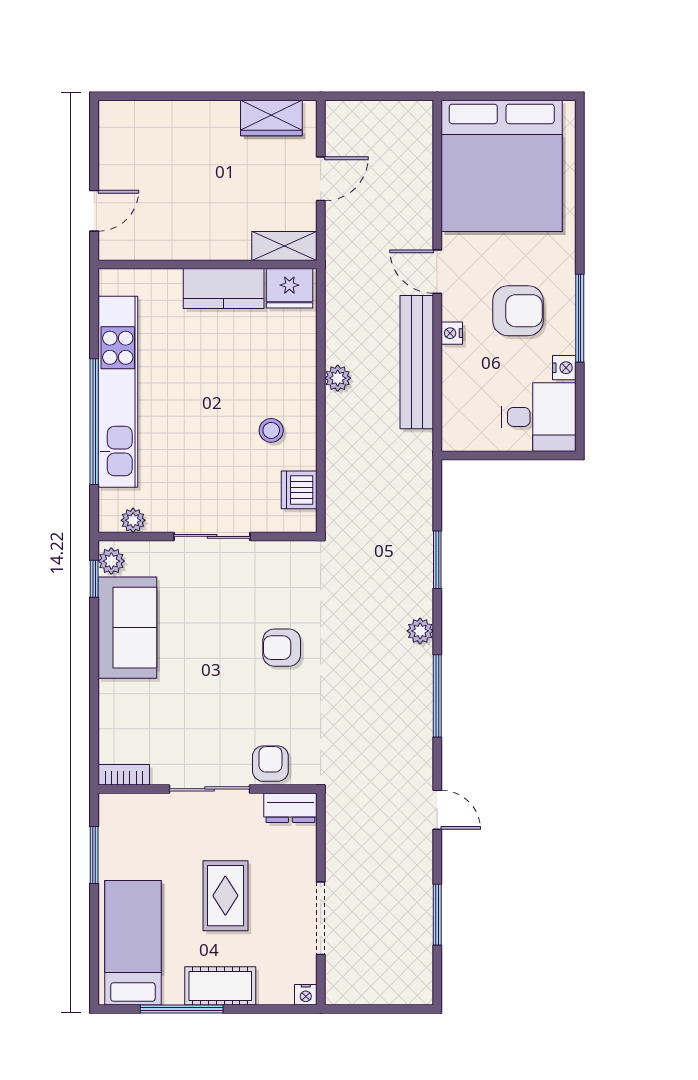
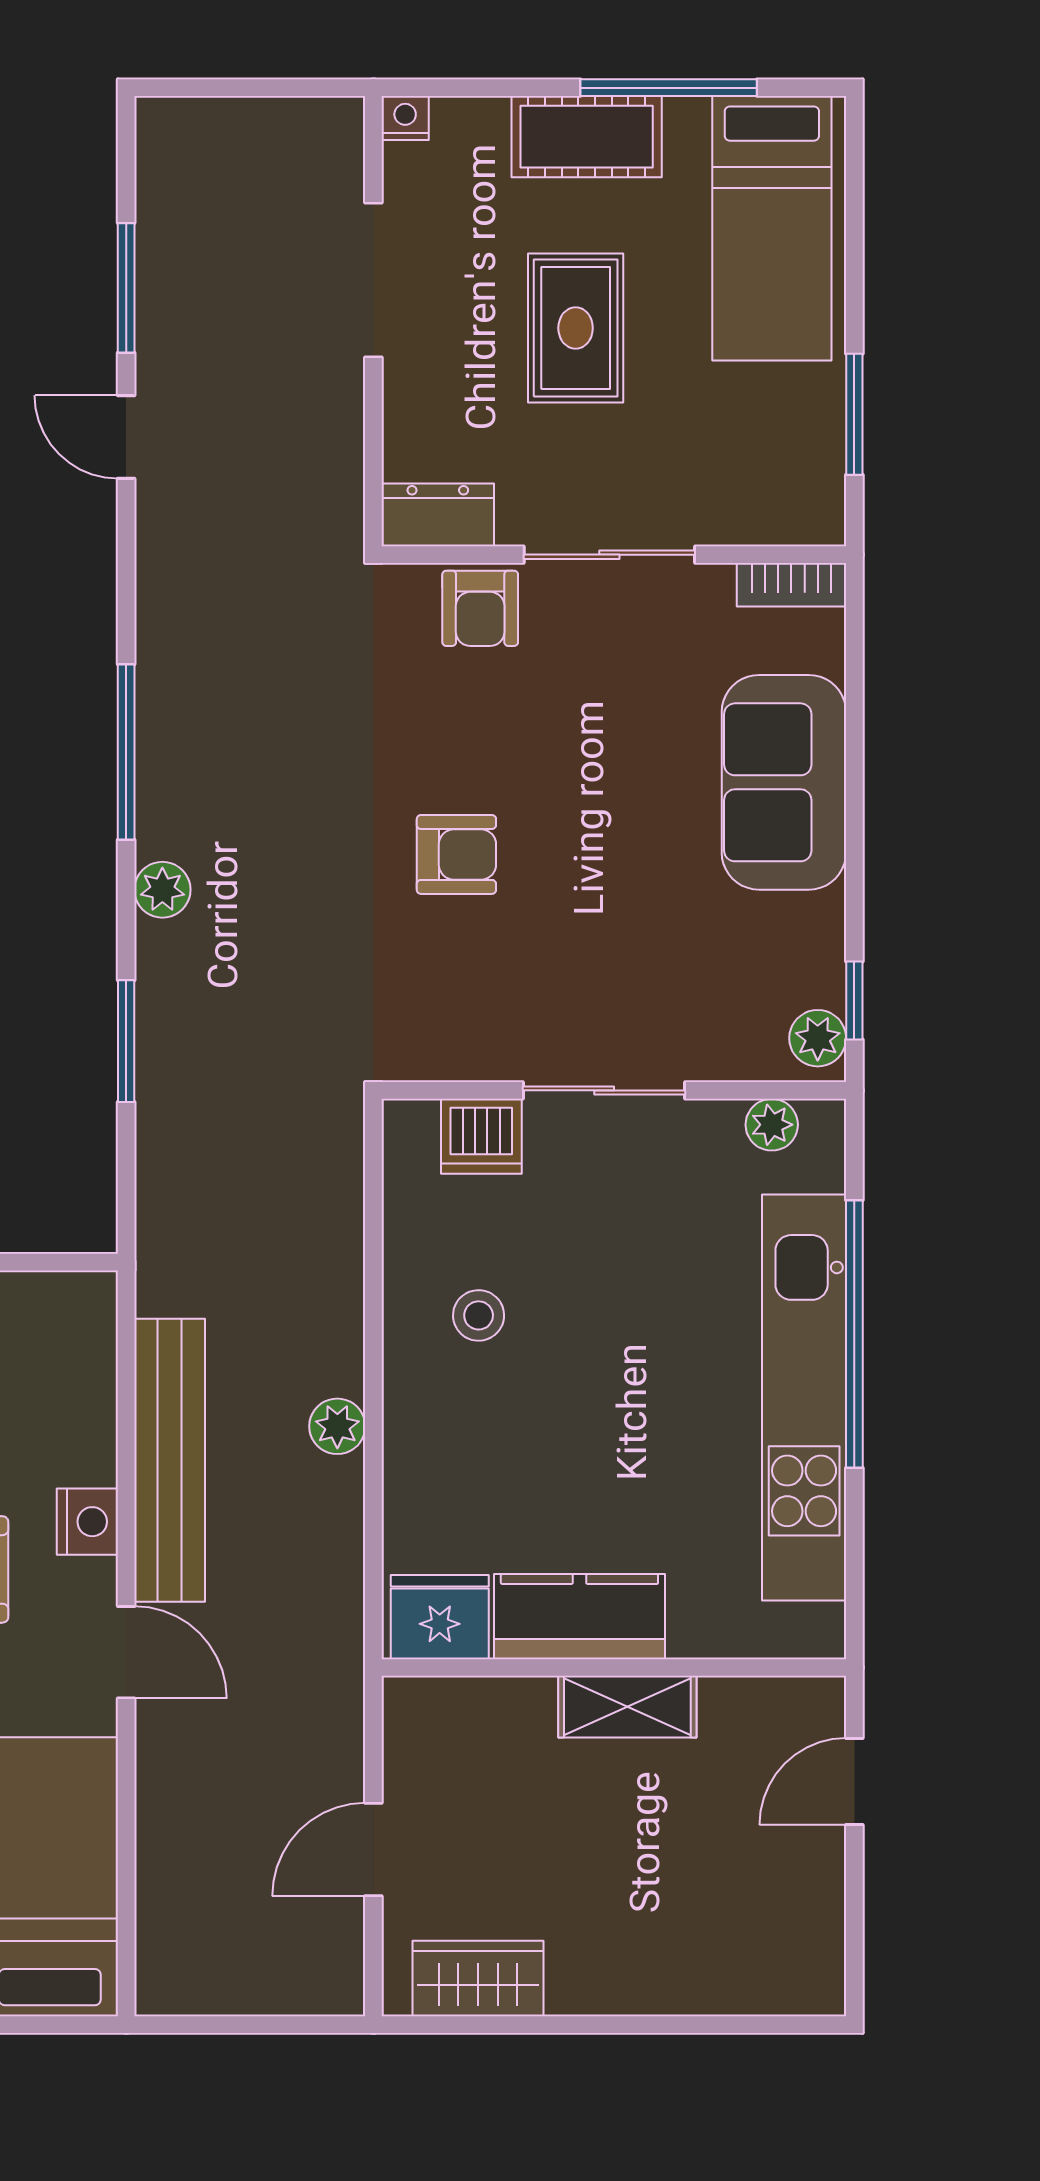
shelving: (284, 246) -> (627, 1707), moved
nightstand: (452, 333) -> (87, 1522), width x1.39, depth x1.35
dishwasher: (299, 490) -> (481, 1136), moved, turned 90
sofa: (127, 628) -> (784, 782), moved
door: (437, 810) -> (126, 437), moved

